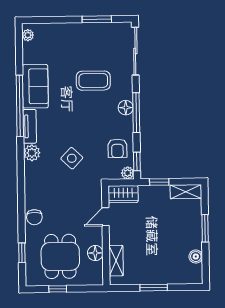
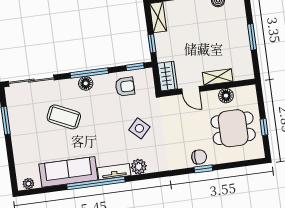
coffee table: (93, 81) -> (64, 117), turned -65
sofa: (35, 86) -> (68, 172), width x1.36
plant: (128, 173) -> (147, 74), removed
window: (22, 253) -> (203, 169), moved
shelving: (116, 261) -> (218, 77), moved

